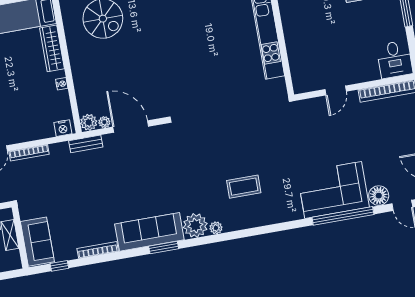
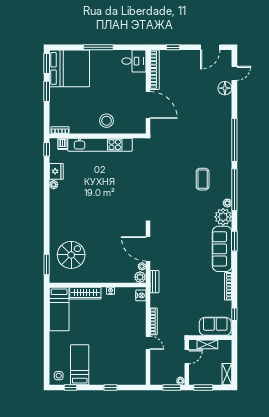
stool: (303, 35) -> (106, 121), added
door: (336, 90) -> (148, 105), width x1.88
door: (131, 127) -> (148, 249), hinge flipped
corner sofa: (333, 190) -> (216, 119), removed
window: (343, 216) -> (234, 140), moved
window: (237, 235) -> (234, 190), added

